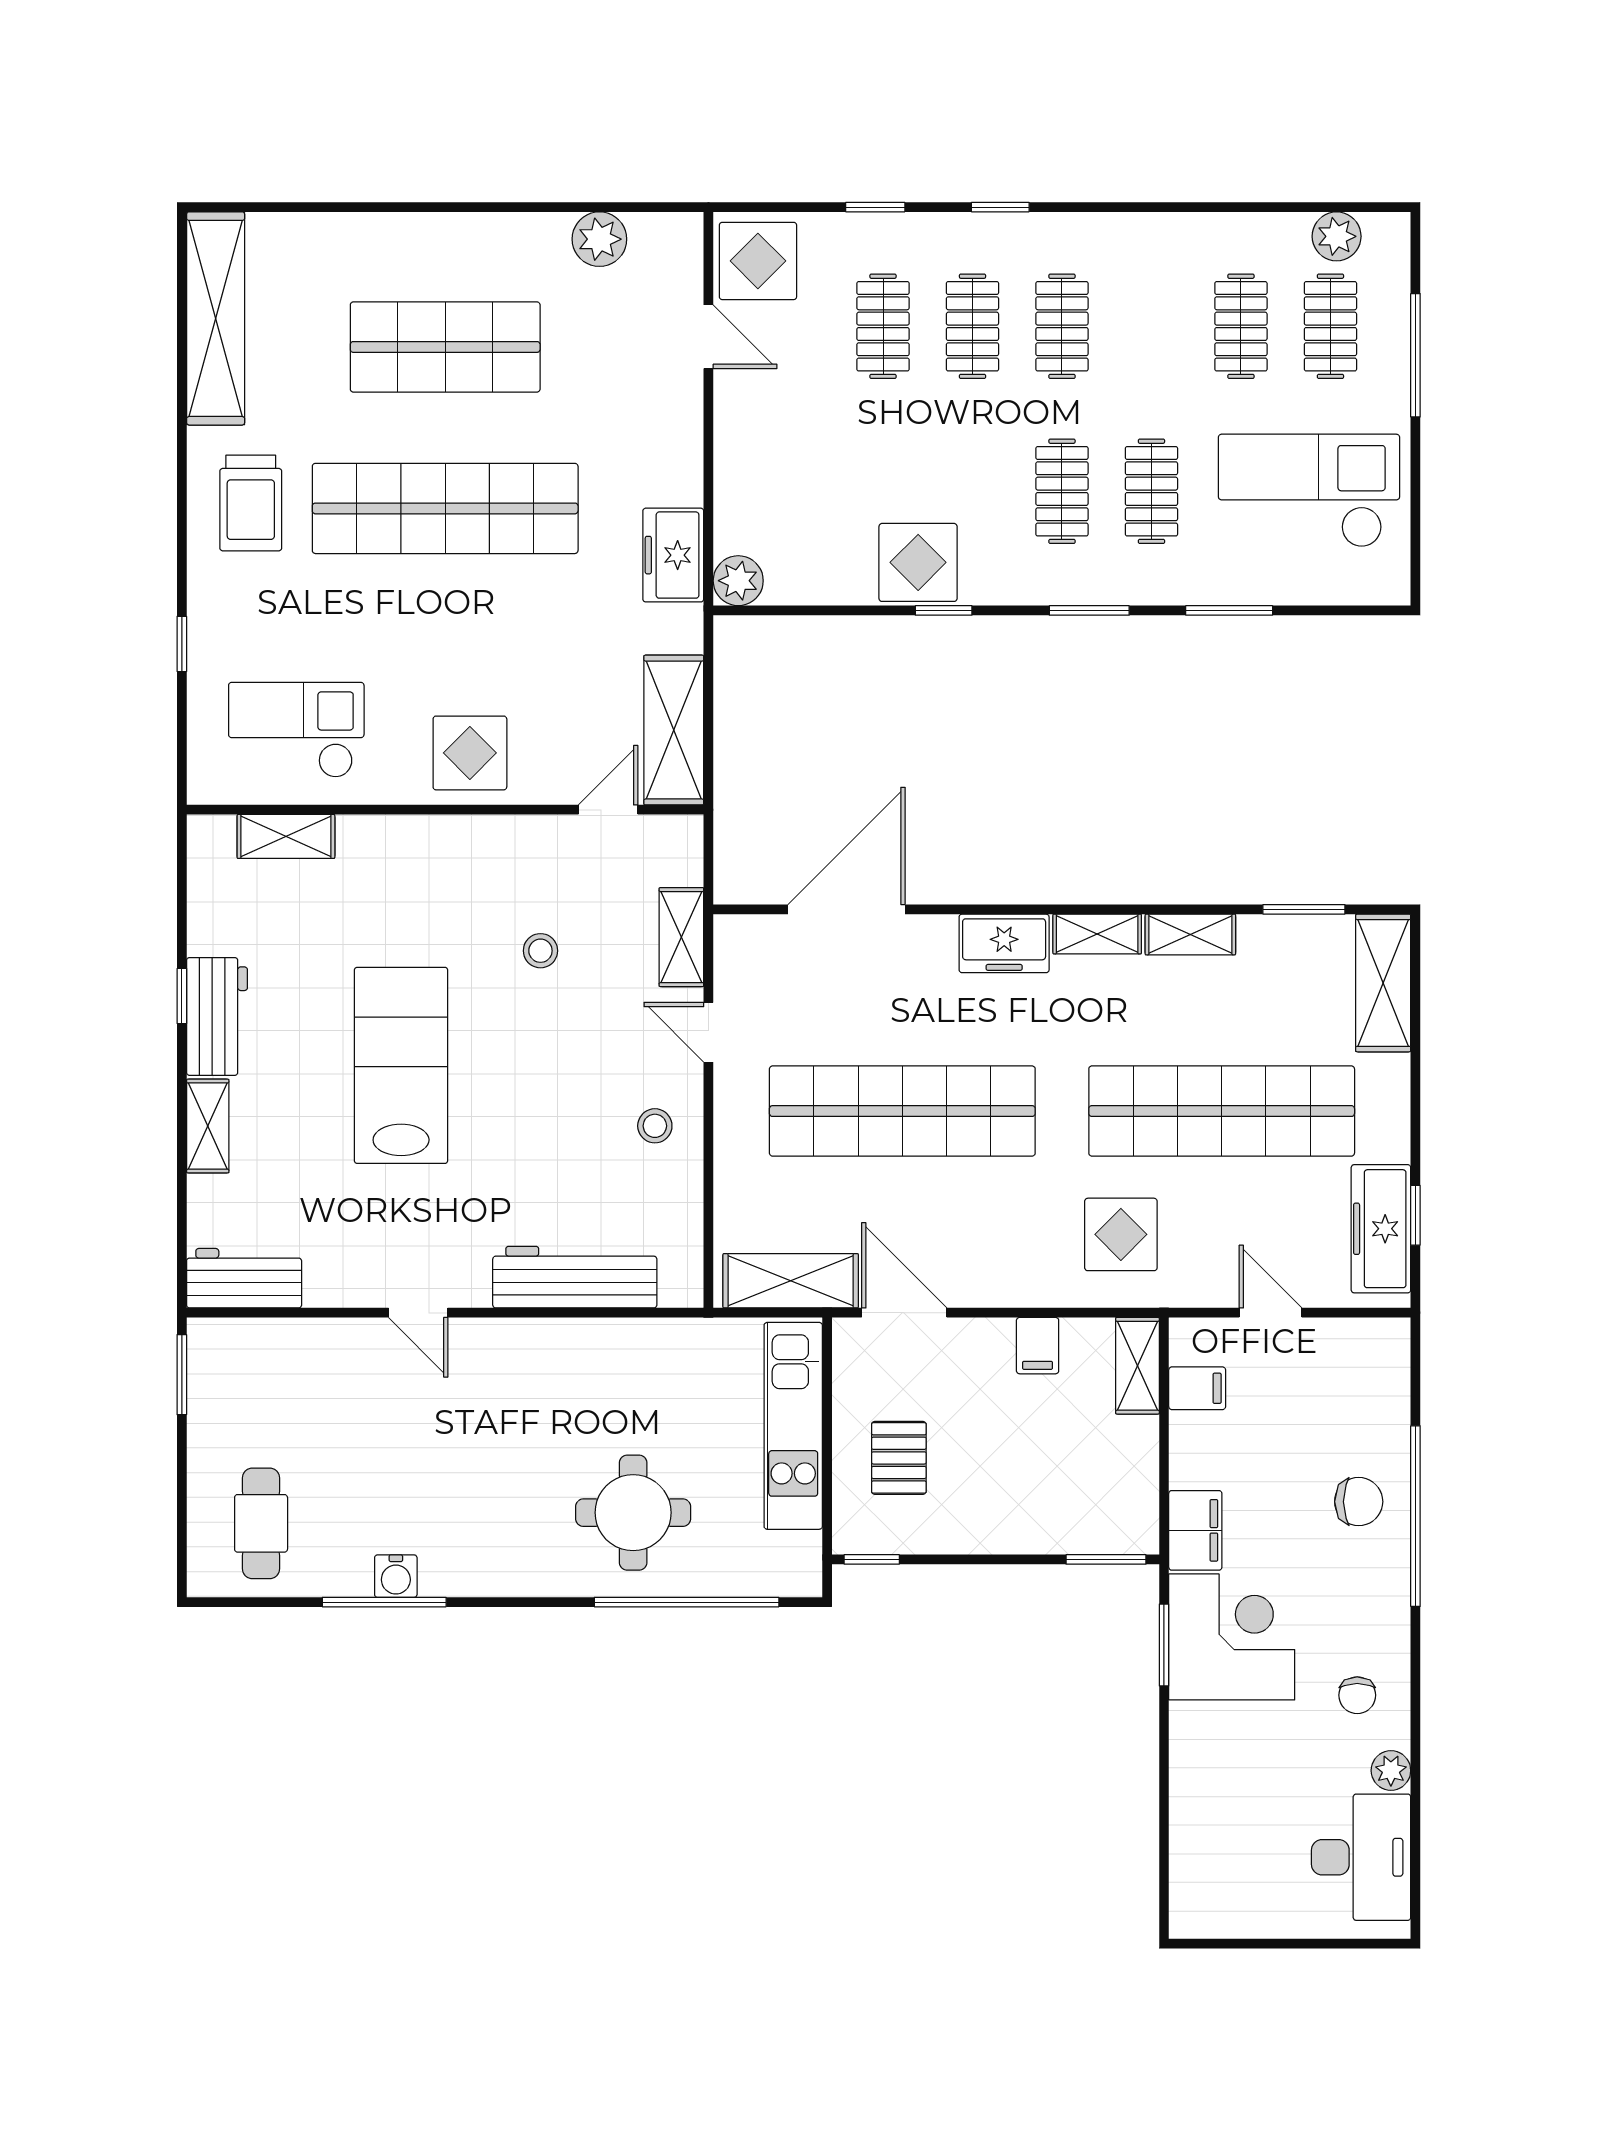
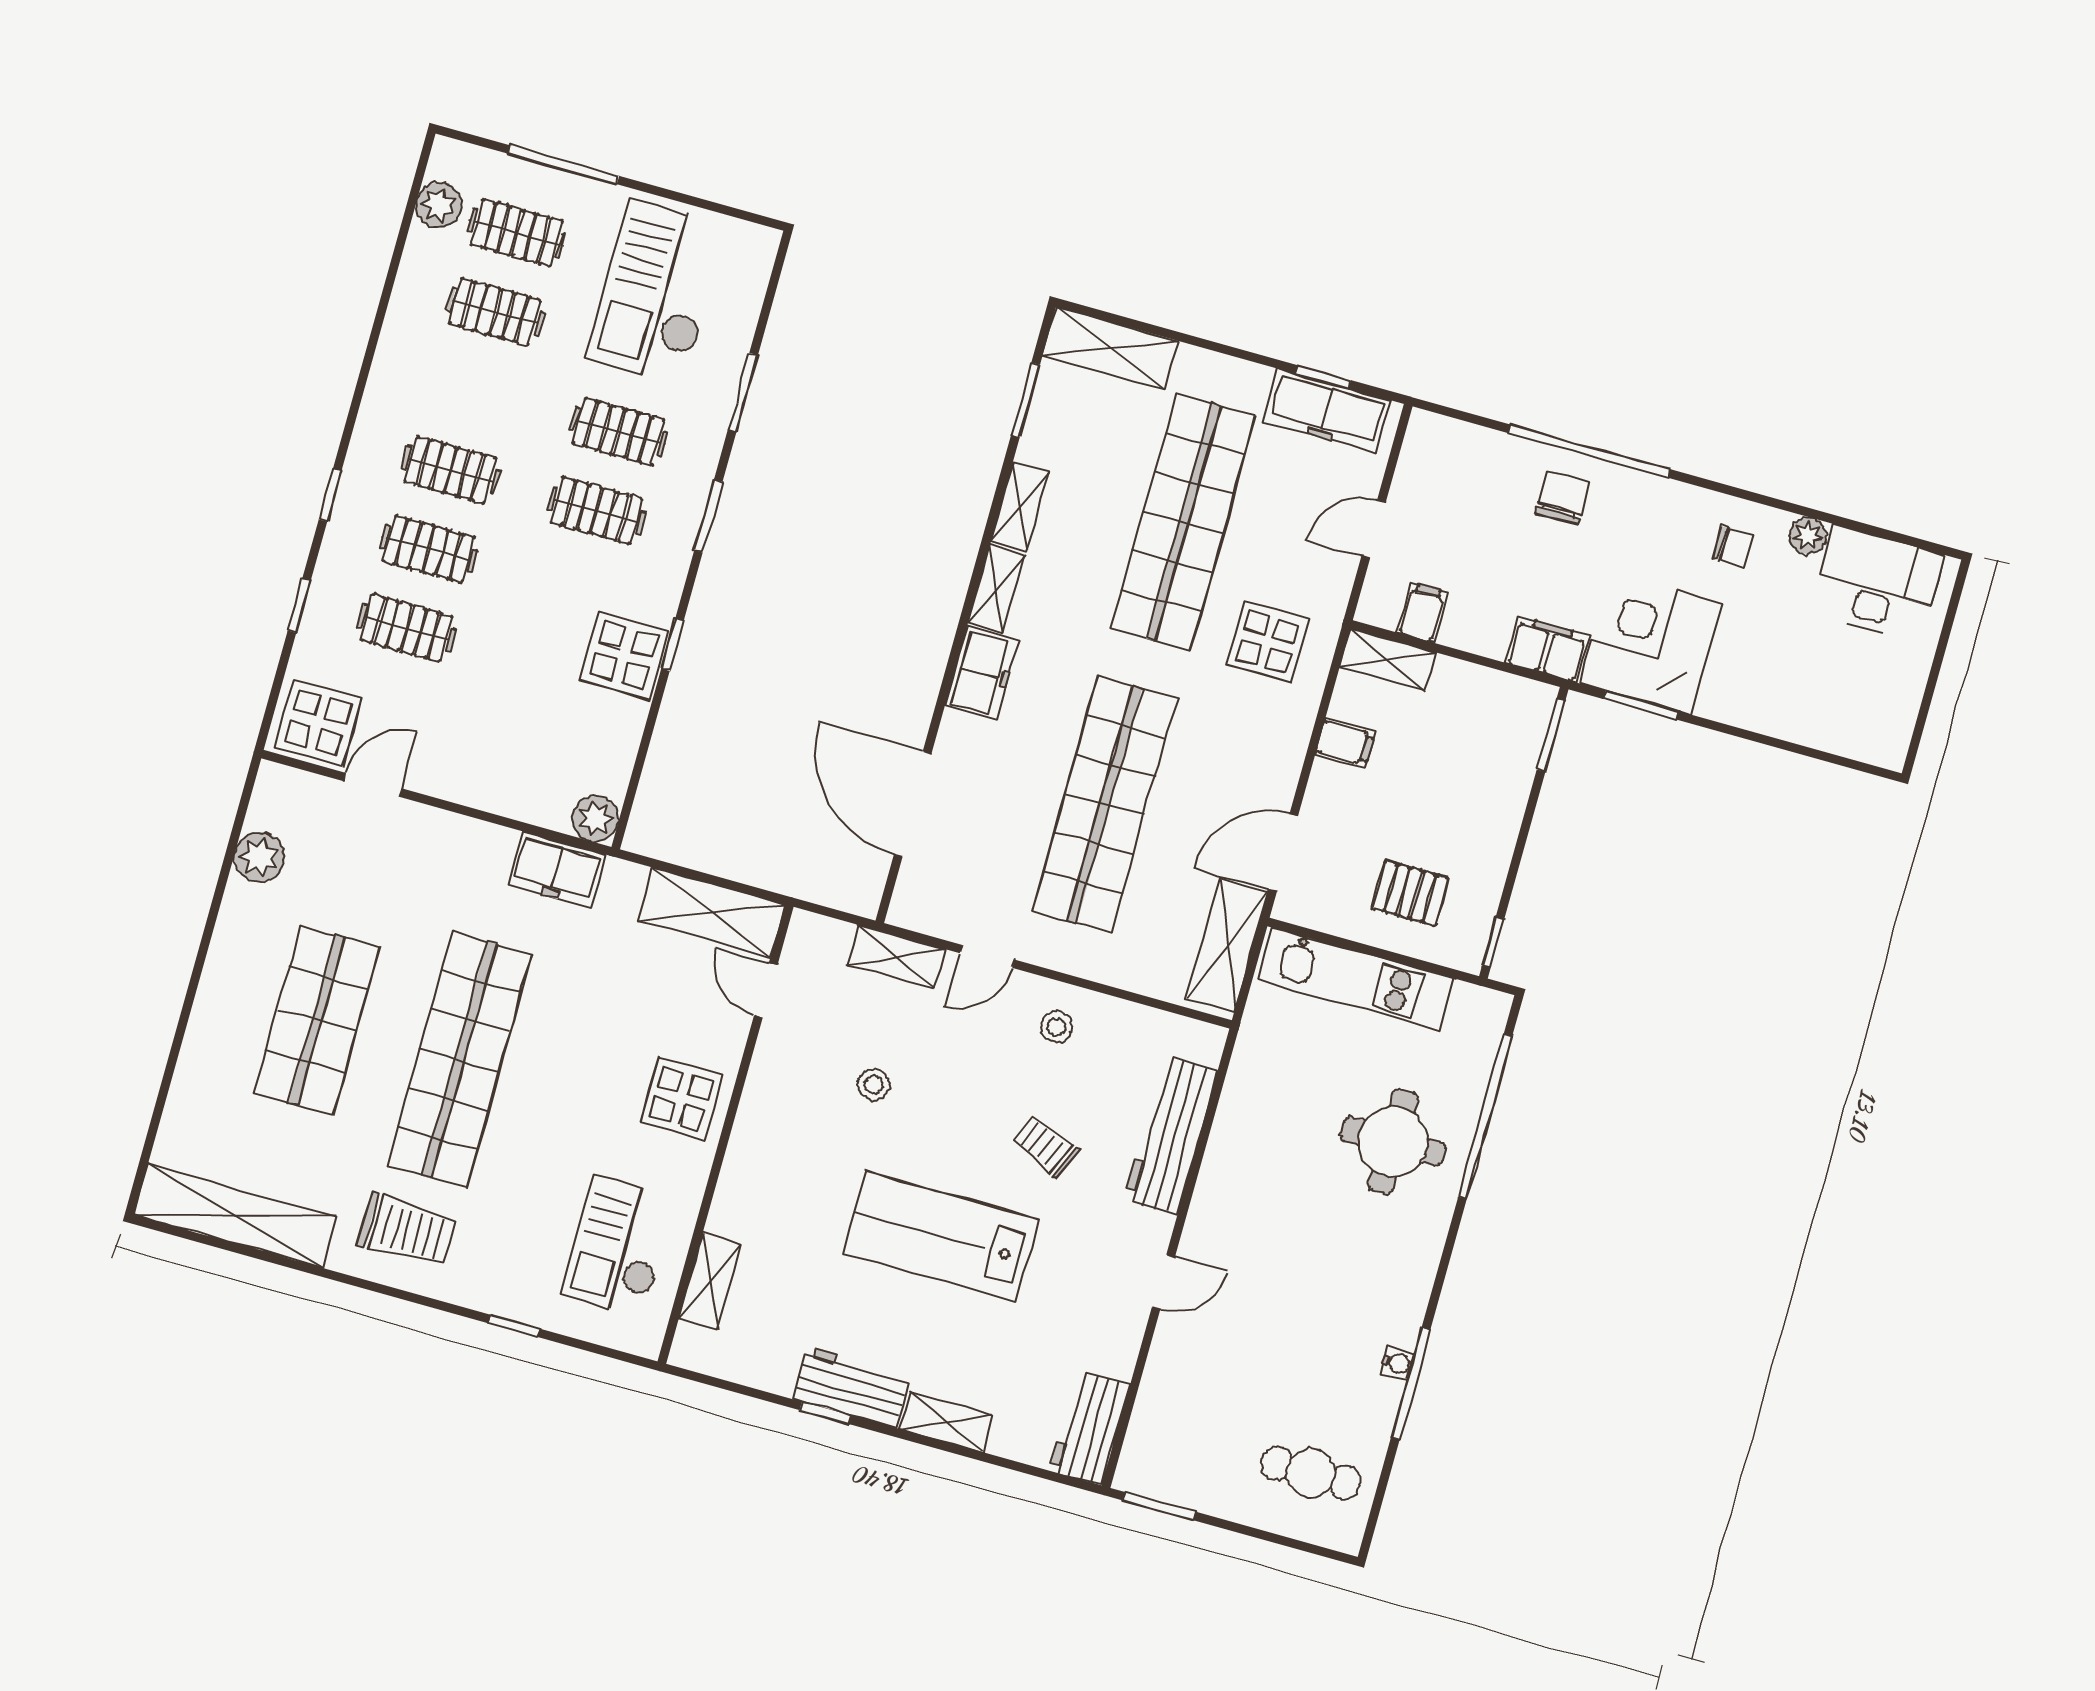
trolley: (526, 1149) -> (1045, 1146), added
water cooler: (396, 1576) -> (1397, 1363), width x0.72, depth x0.72

